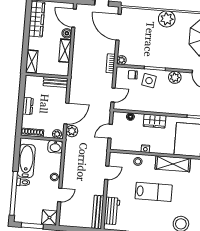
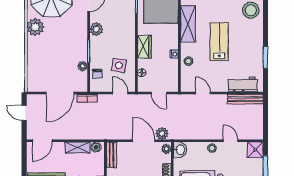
plant: (167, 19) -> (35, 27), moved
door: (118, 27) -> (60, 93), moved
boiler: (67, 33) -> (96, 147), moved
plant: (122, 60) -> (83, 66), moved
side table: (149, 81) -> (119, 65), moved

